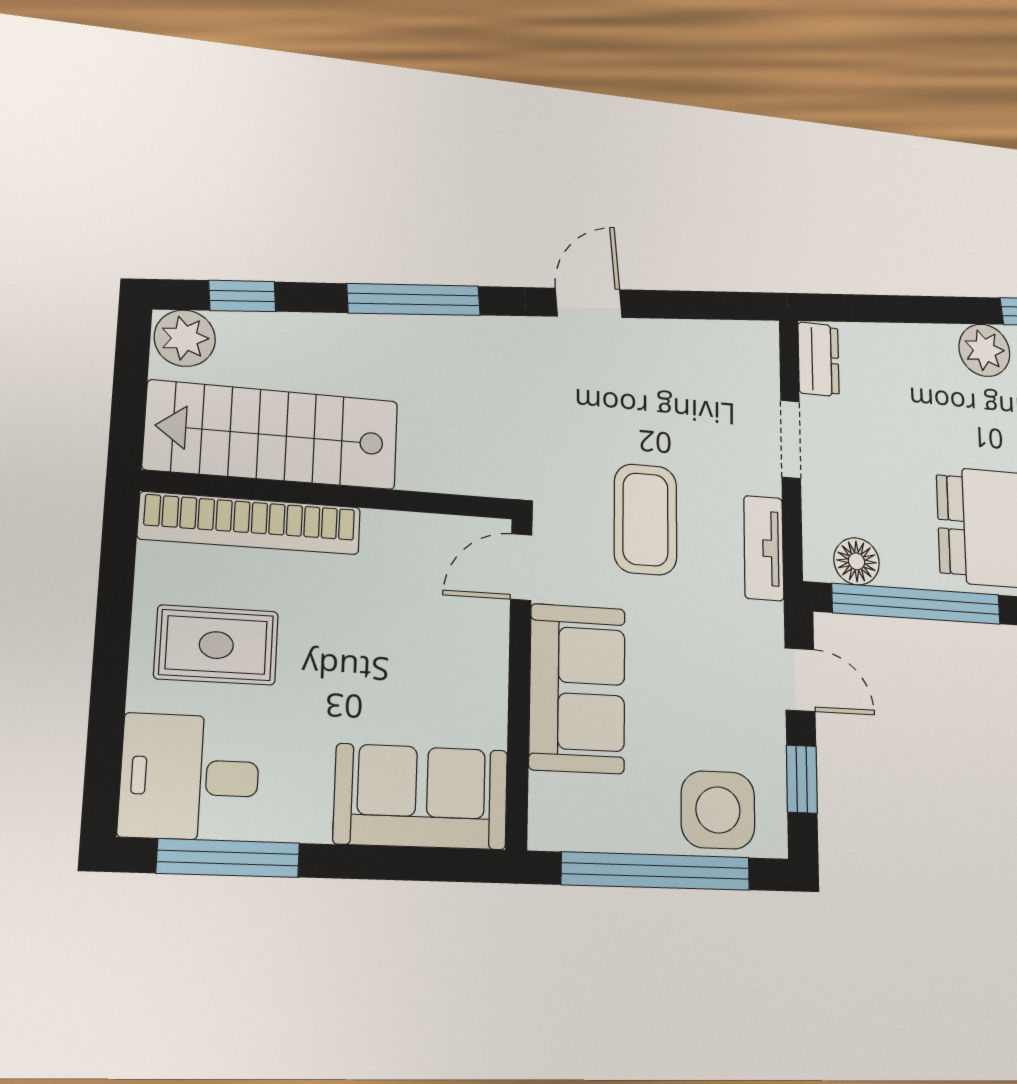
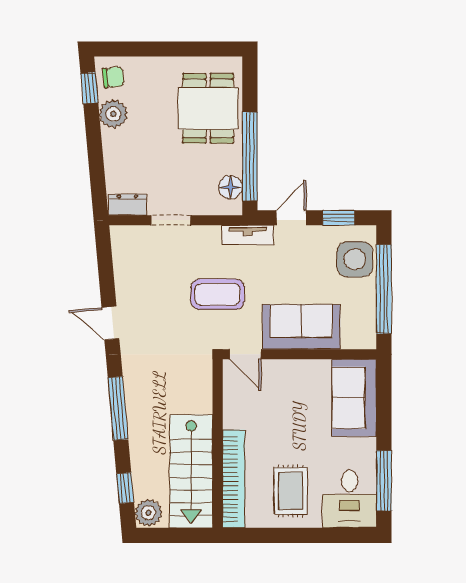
tv unit: (764, 548) -> (248, 235), moved

